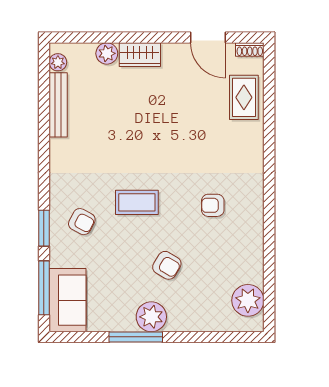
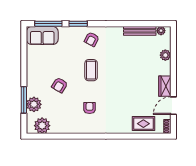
wardrobe: (140, 55) -> (165, 86), moved
armchair: (82, 222) -> (92, 39), moved
plant: (151, 317) -> (34, 104), moved
window: (136, 337) -> (24, 100), moved

